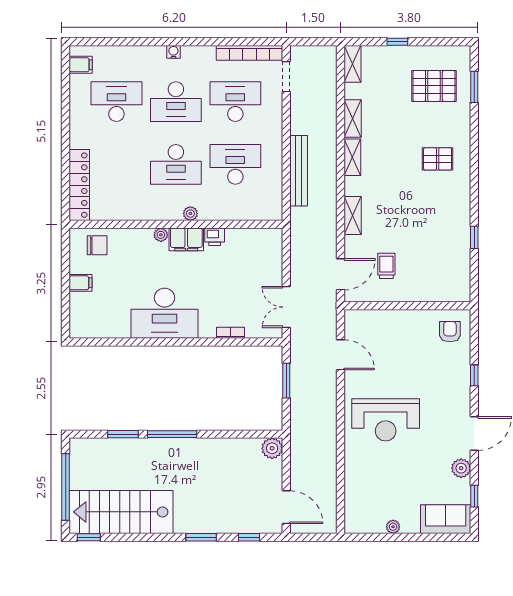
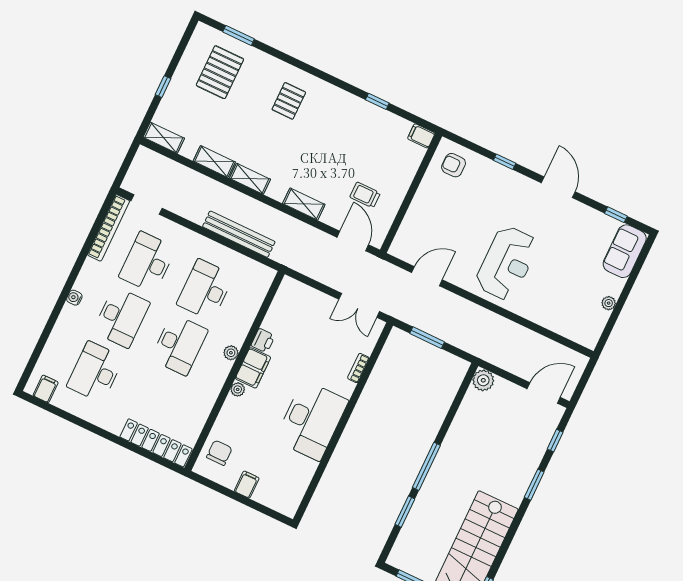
filing cabinet: (462, 291) -> (421, 136), added
plant: (461, 468) -> (584, 215), removed

